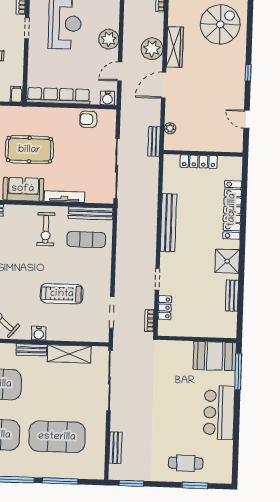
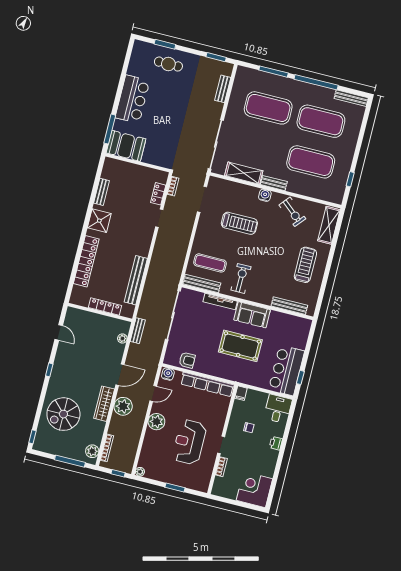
bench: (168, 223) -> (136, 280), moved

